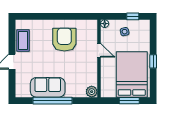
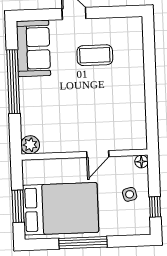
armchair: (64, 40) -> (113, 97), removed
coffee table: (23, 41) -> (95, 55), moved
window: (153, 61) -> (83, 243), width x2.17
sofa: (48, 87) -> (33, 48), moved

